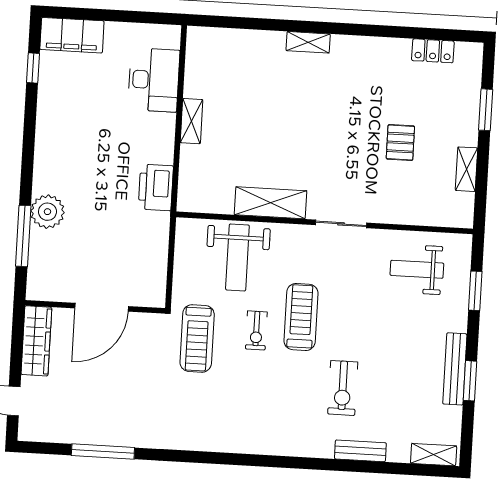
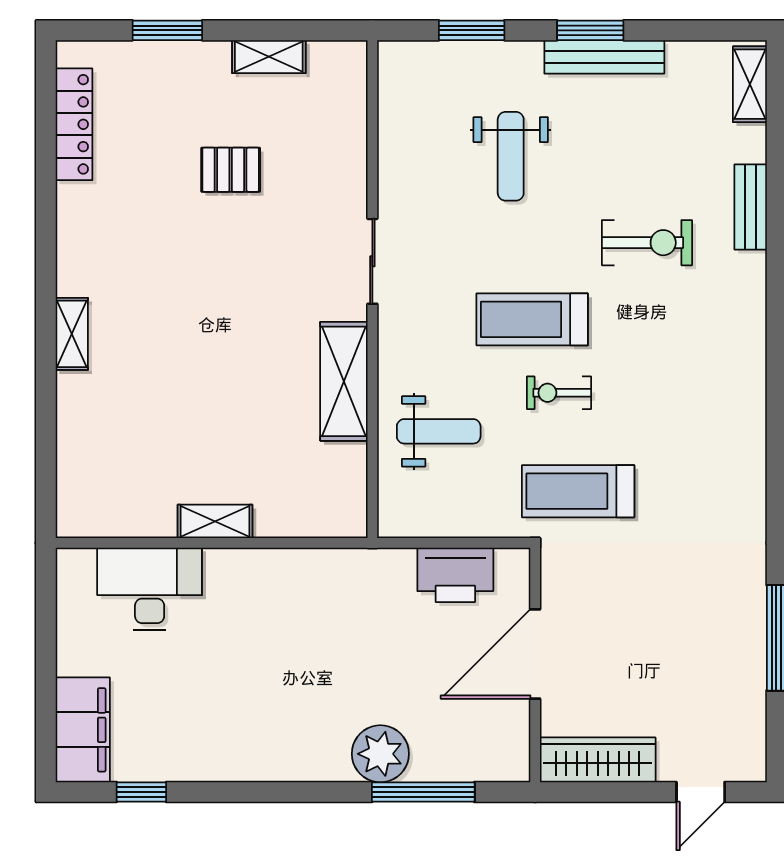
locker: (433, 51) -> (74, 124), width x1.53
printer: (156, 187) -> (455, 575), moved
weight bench: (237, 257) -> (439, 431), width x0.73, depth x0.75
weight bench: (417, 269) -> (511, 156), moved
door: (102, 307) -> (535, 654), swing flipped
exercise bike: (256, 330) -> (559, 393), turned 180
treadmill: (197, 338) -> (578, 491), turned 180
window: (470, 381) -> (590, 30), moved

